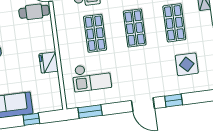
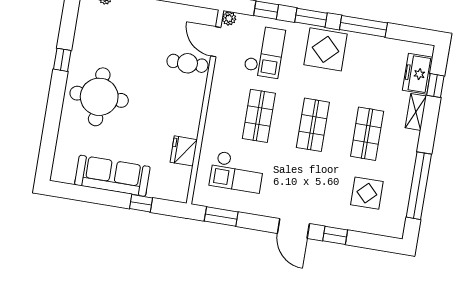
fridge: (49, 63) -> (184, 151), moved

